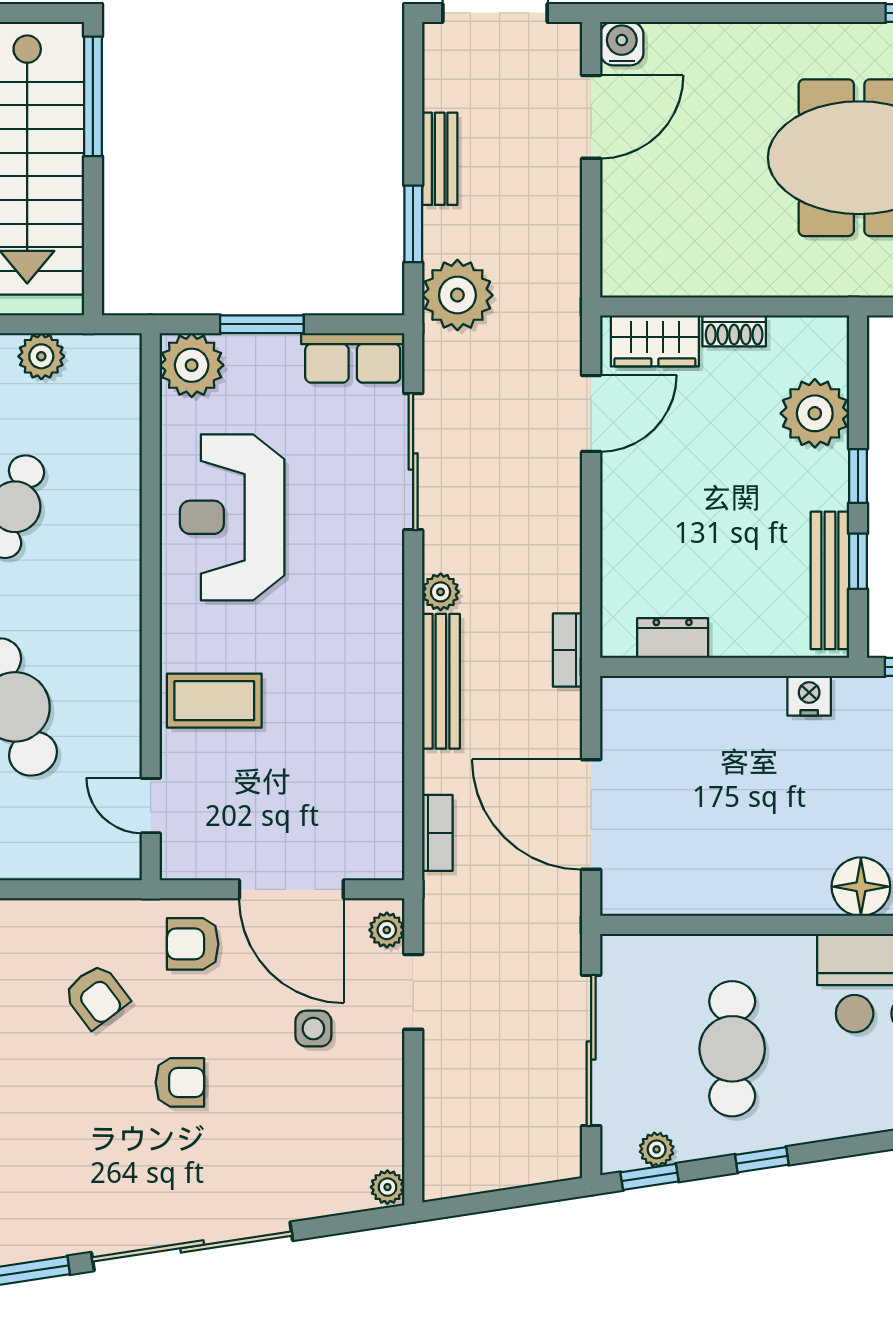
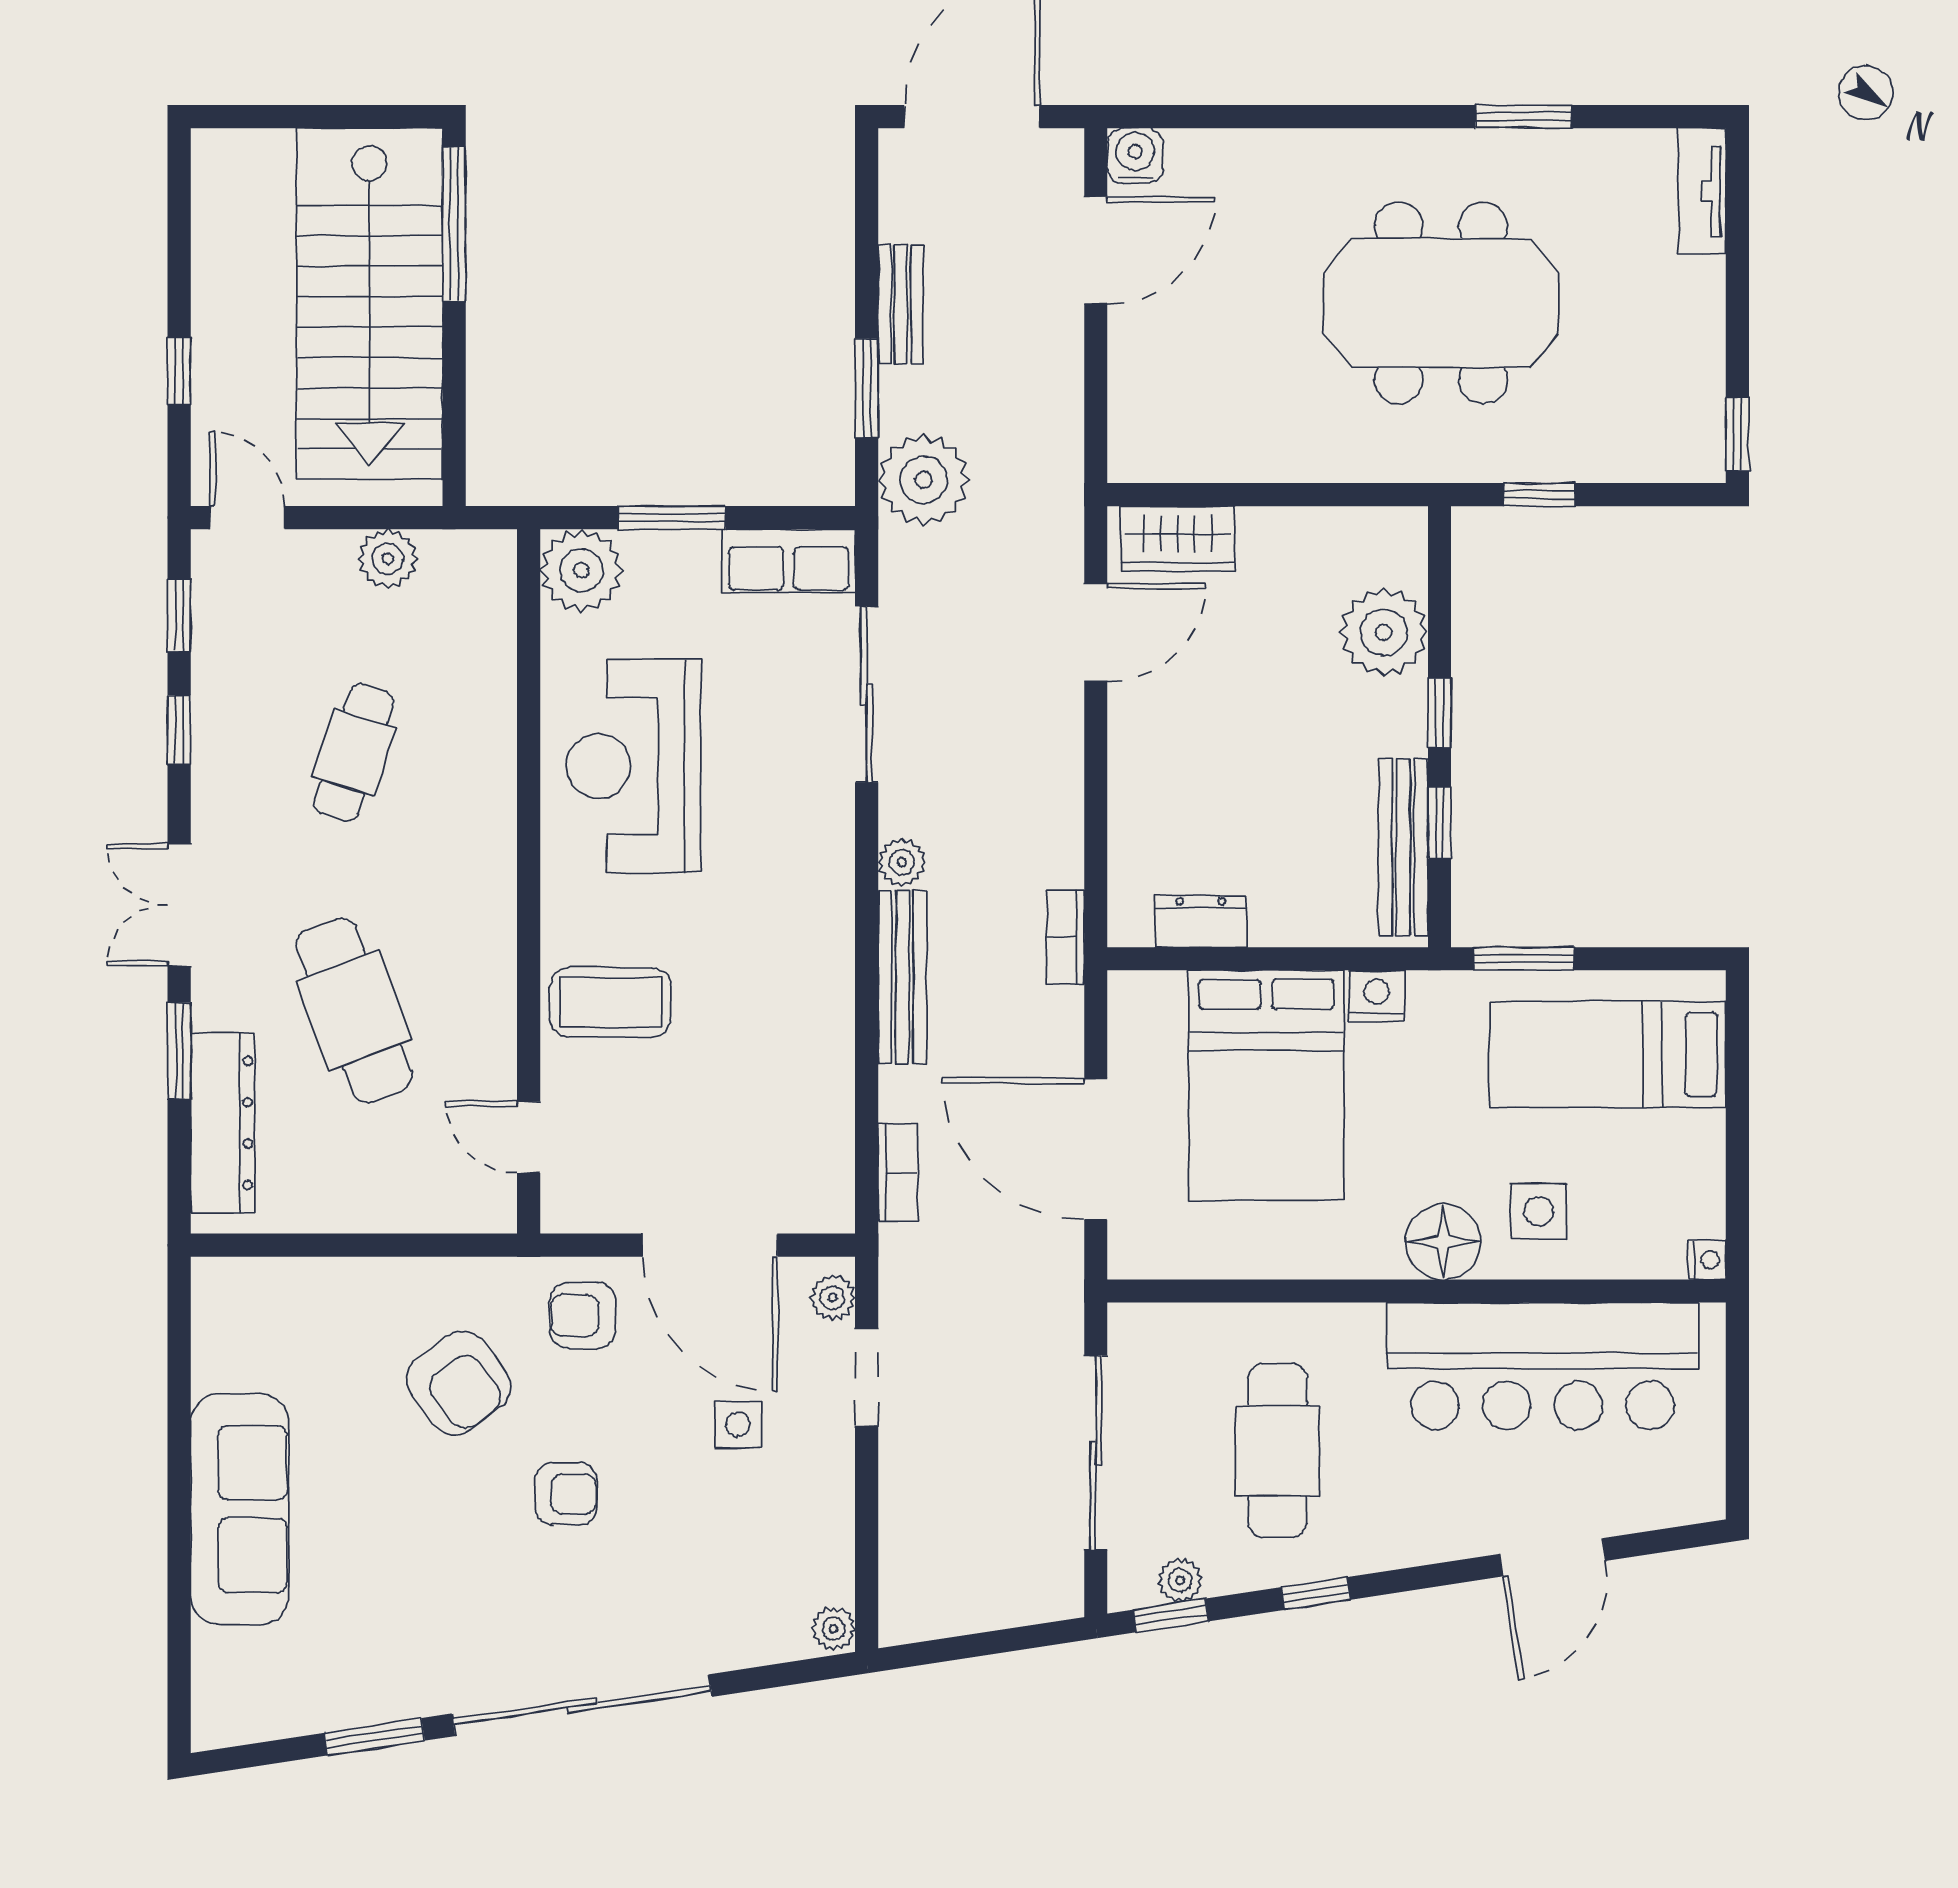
shoe rack: (734, 331) -> (1280, 526), removed
bed: (724, 765) -> (1266, 1085), added
armchair: (96, 996) -> (459, 1383), width x1.38, depth x1.38

